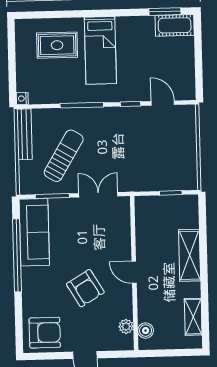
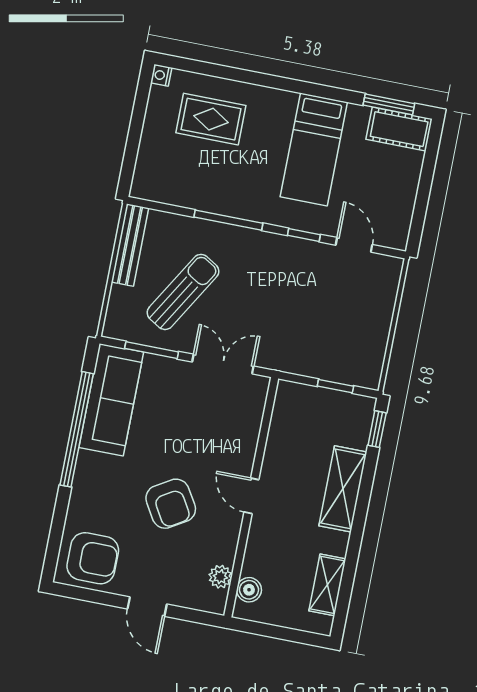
bed: (100, 50) -> (314, 149), moved
nightstand: (22, 98) -> (161, 75), moved
window: (202, 214) -> (377, 429), added

